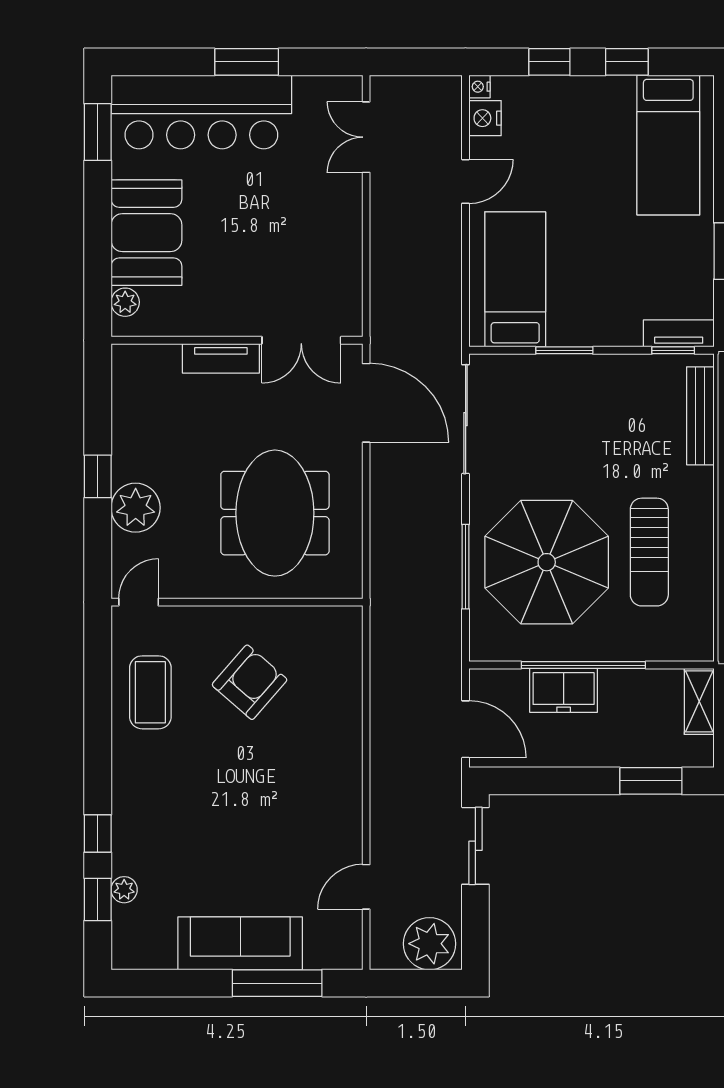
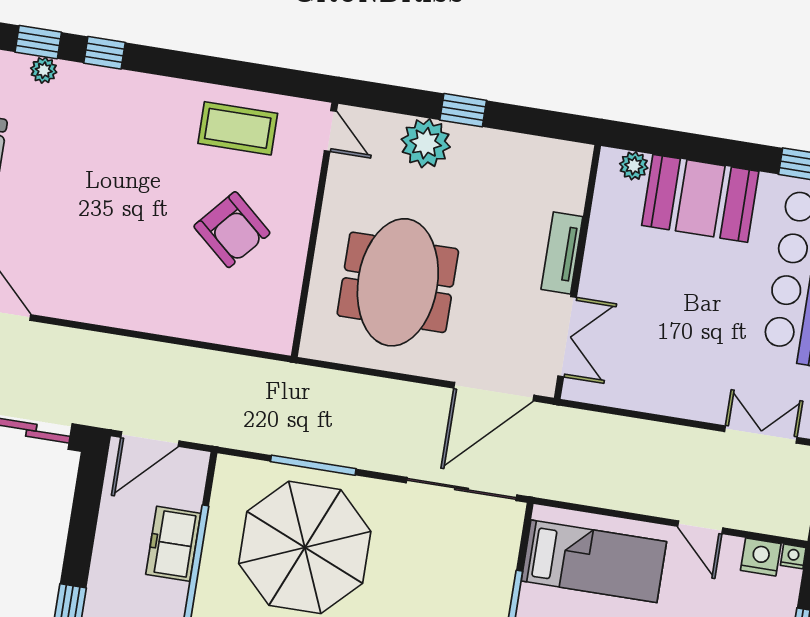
double door: (301, 340) -> (567, 337), swing flipped
meeting table: (275, 513) -> (398, 282), turned 90

